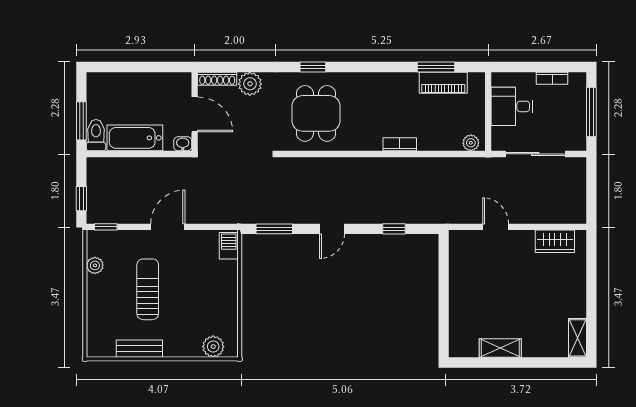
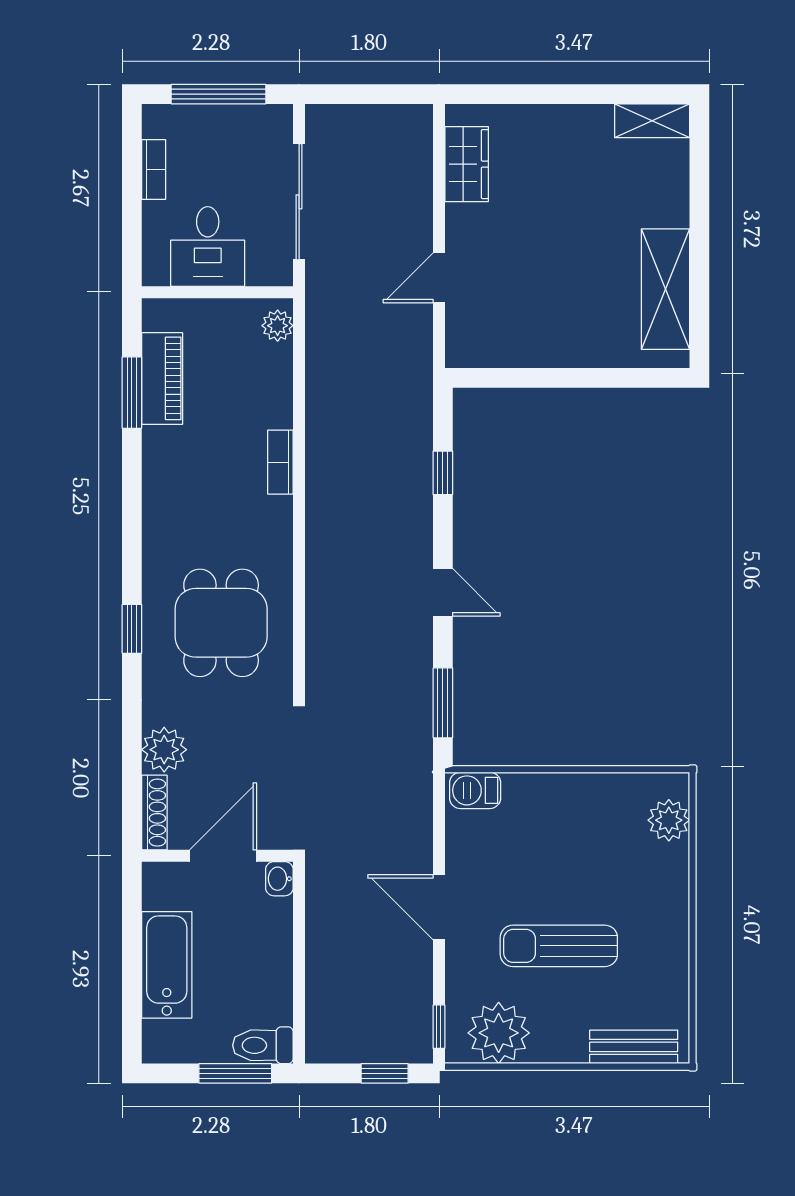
dining table: (316, 113) -> (221, 623), turned 90
bathtub: (135, 138) -> (167, 965), moved, turned 180
plant: (95, 265) -> (499, 1033), width x1.87, depth x1.87
shelving: (500, 348) -> (666, 289), width x1.50, depth x1.33
bench: (139, 349) -> (634, 1047), moved, turned 90

